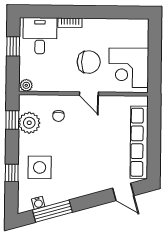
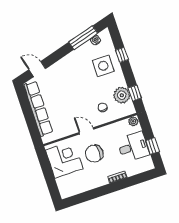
desk: (40, 36) -> (133, 147), moved, turned -90

